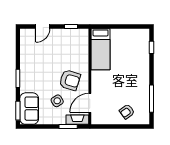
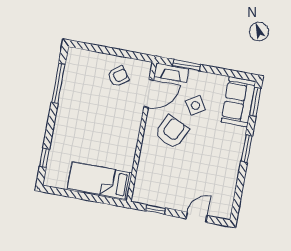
bed: (100, 49) -> (100, 181), moved, turned -90
armchair: (70, 80) -> (172, 132), turned 98
armchair: (127, 112) -> (118, 76), moved

